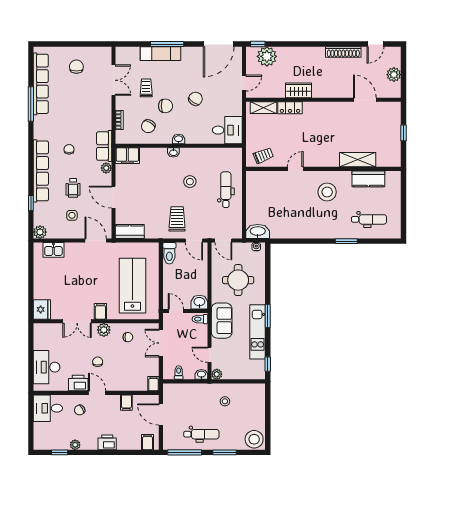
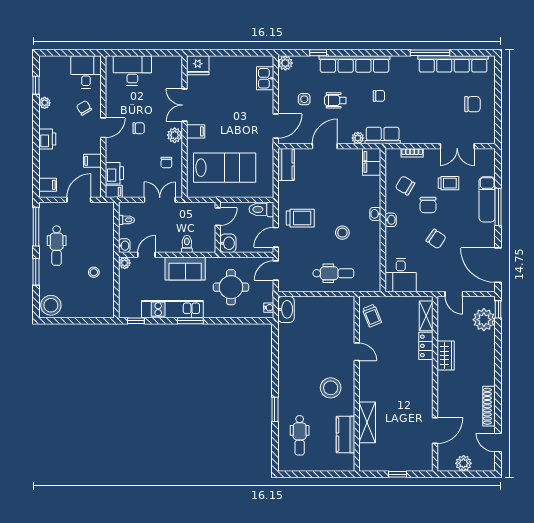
washbasin: (199, 302) -> (228, 243), moved
door: (176, 311) -> (218, 217), moved
wall: (185, 311) -> (218, 227), moved
printer: (78, 383) -> (114, 173), moved

